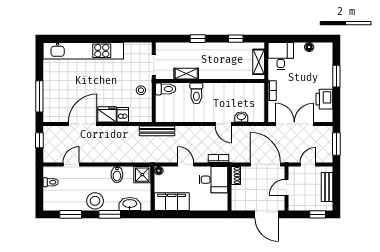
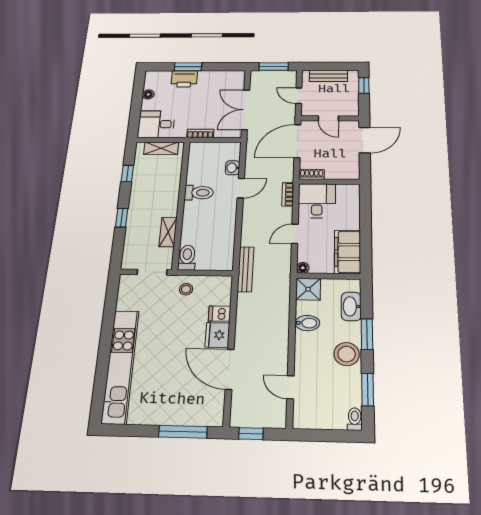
toilet: (196, 93) -> (199, 193), moved
printer: (324, 99) -> (184, 79), moved
toilet: (51, 182) -> (355, 419), moved

